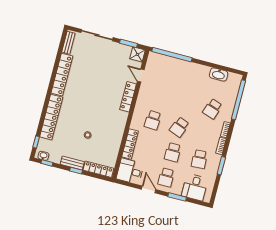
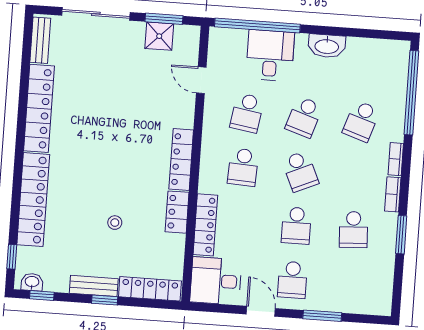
shower: (137, 54) -> (159, 36), moved
washbasin: (219, 74) -> (327, 46), moved
school desk: (159, 95) -> (247, 113), added
locker: (128, 97) -> (181, 159), moved
school desk: (186, 102) -> (304, 117), added
school desk: (179, 127) -> (300, 171), turned -45
locker: (118, 135) -> (177, 212), added
desk: (195, 187) -> (270, 55), moved, turned 180

